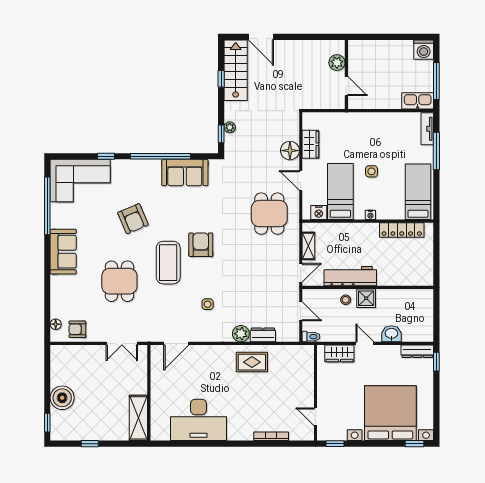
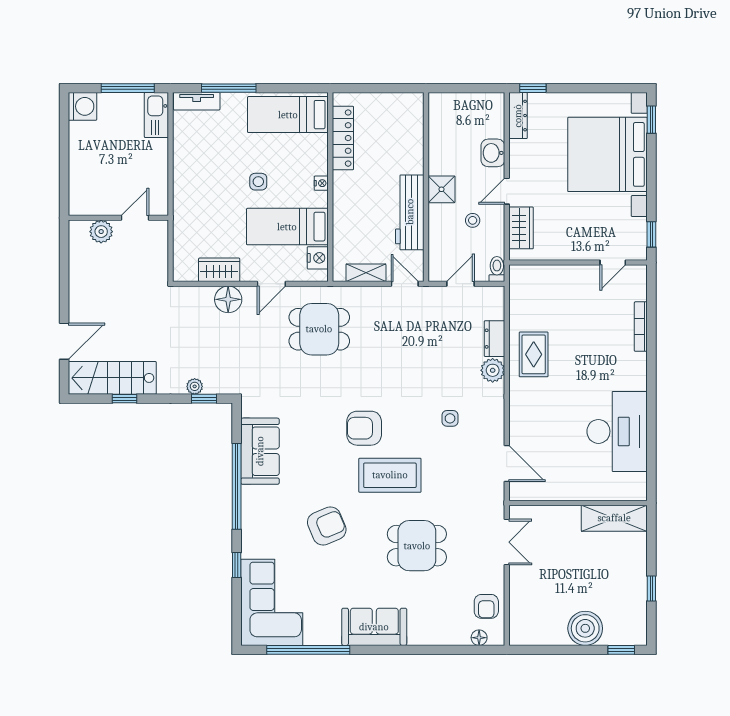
stool: (346, 300) -> (473, 220), moved

